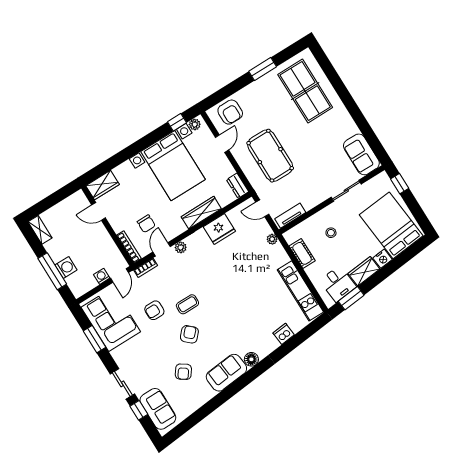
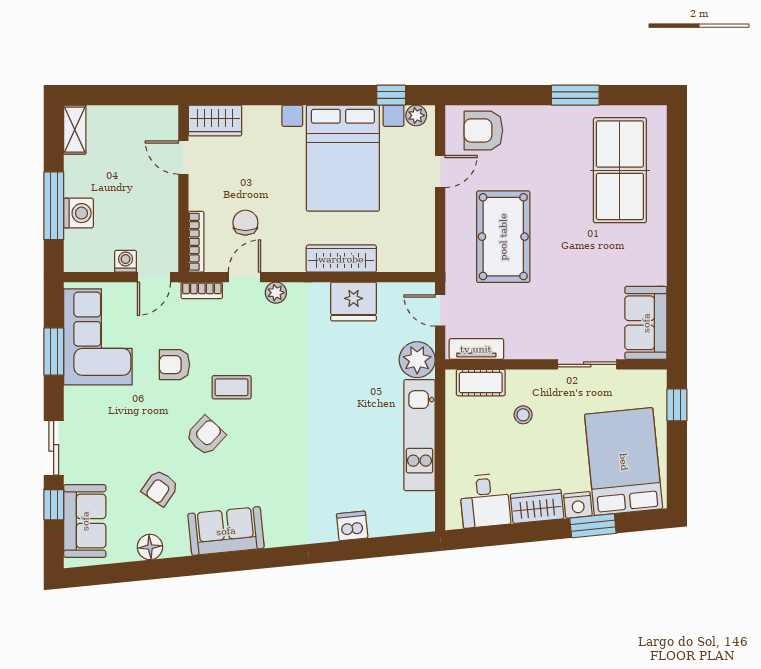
armchair: (230, 112) -> (483, 130), turned 90
dresser: (238, 186) -> (424, 252), removed
chair: (146, 224) -> (245, 223), turned 180
plant: (272, 239) -> (417, 360), width x1.88, depth x1.88
cot: (302, 253) -> (481, 383), moved, turned 90
kitchen unit: (300, 291) -> (420, 435), moved
window: (351, 298) -> (593, 526), moved
floor lamp: (251, 359) -> (150, 547), moved

